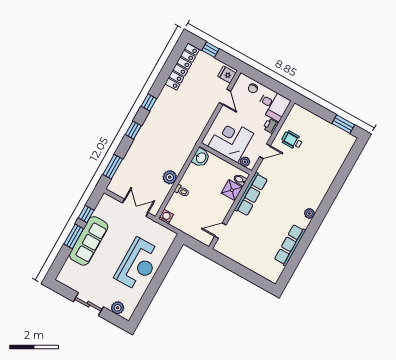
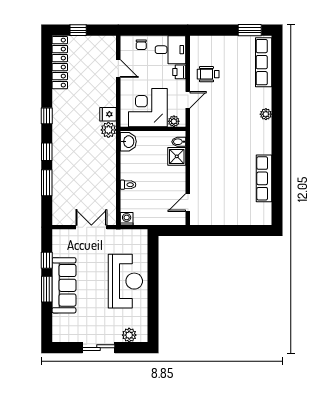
fridge: (227, 75) -> (108, 114), moved
window: (113, 167) -> (47, 183), moved
plant: (170, 177) -> (108, 130), moved
row of seats: (251, 194) -> (264, 62), moved, turned 180
plant: (309, 213) -> (266, 114), moved

